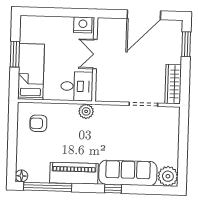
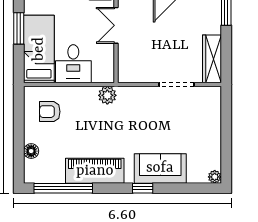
desk: (77, 86) -> (73, 64), moved, turned 90
sofa: (128, 173) -> (160, 168), width x0.73
floor lamp: (21, 176) -> (31, 151), moved
plant: (168, 176) -> (215, 177), width x0.53, depth x0.53

